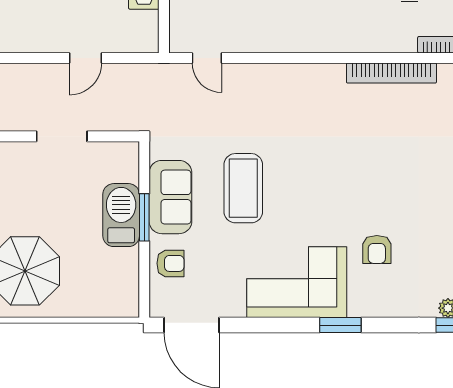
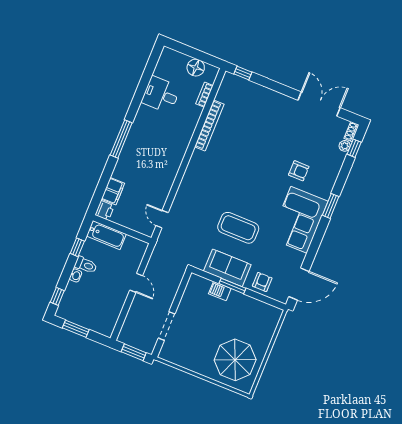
door: (207, 58) -> (162, 219), swing flipped
doorway: (62, 136) -> (167, 326), moved
barbecue: (121, 215) -> (220, 291), width x0.53, depth x0.65

